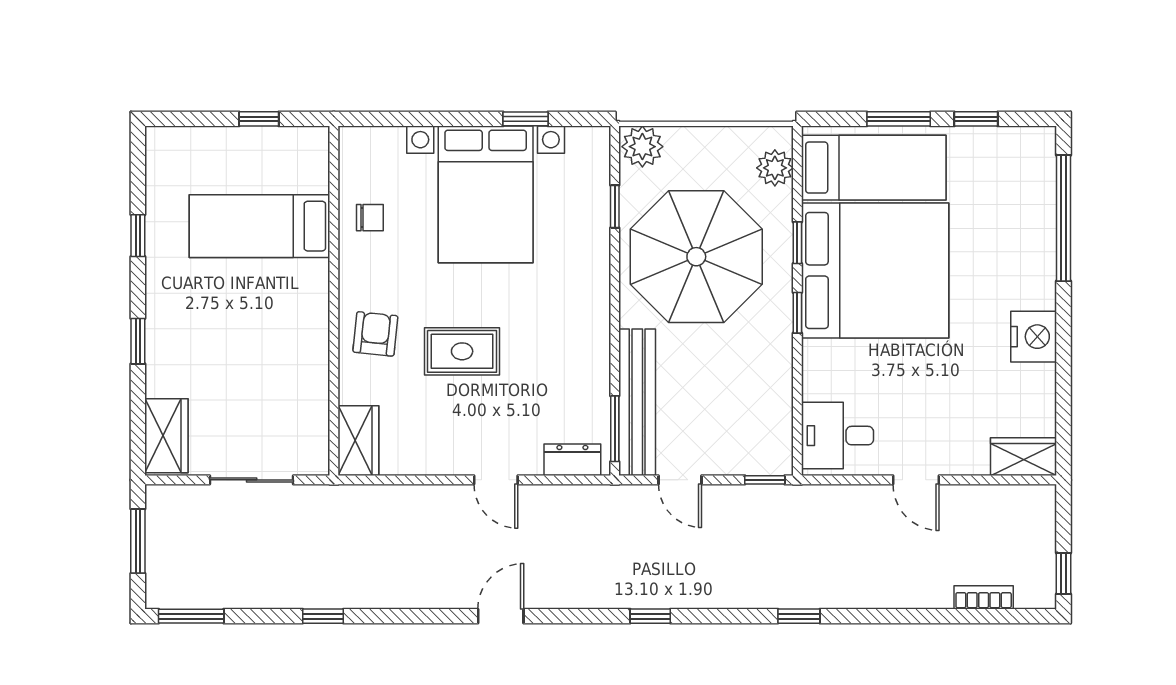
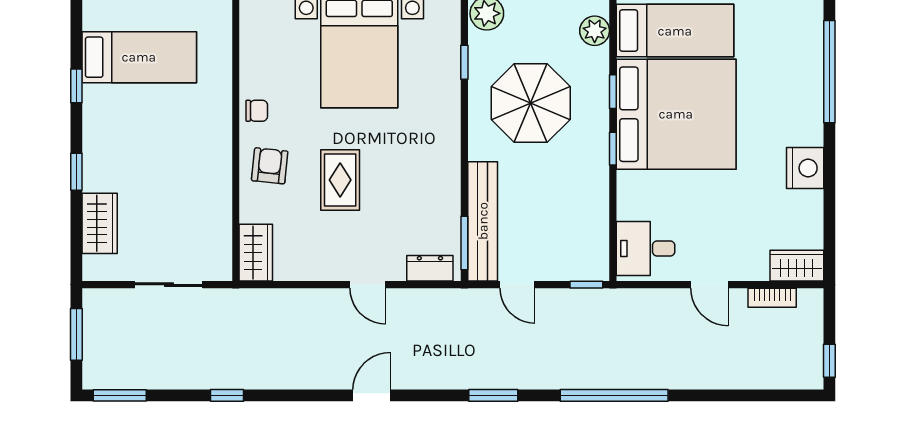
chair: (370, 218) -> (257, 111), moved
bed: (259, 226) -> (139, 57), moved, turned 180
parasol: (696, 257) -> (531, 103), width x0.73, depth x0.73
rug: (462, 351) -> (340, 180), turned 90
wardrobe: (166, 436) -> (100, 223), moved
bookcase: (984, 597) -> (772, 298), moved, turned 180
window: (650, 616) -> (493, 395), width x1.50
window: (799, 616) -> (614, 395), width x3.17

